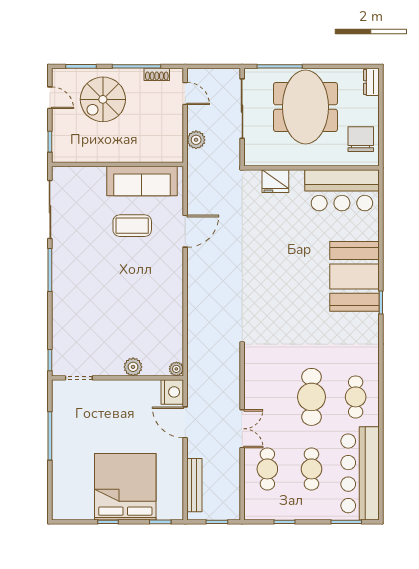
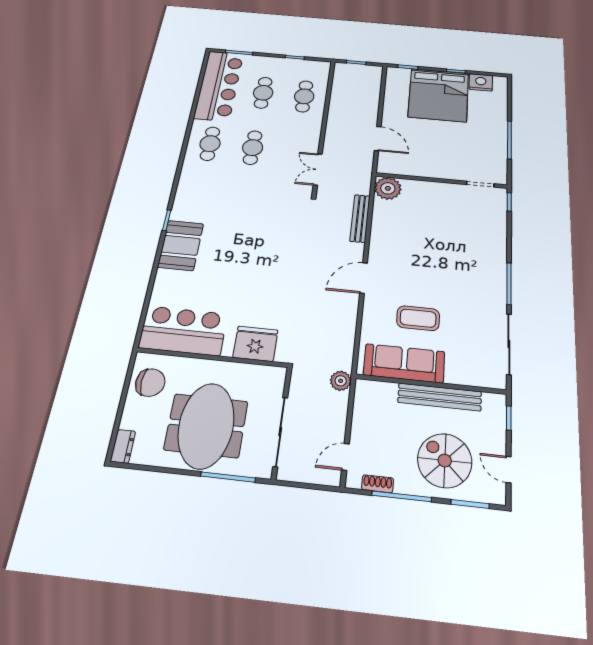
door: (185, 93) -> (345, 457), hinge flipped
spiral stairs: (103, 99) -> (445, 461), turned -90
chair: (361, 139) -> (150, 383), turned -90
plant: (196, 140) -> (341, 381), moved
bench: (109, 154) -> (440, 397), added
fridge: (275, 181) -> (255, 344), width x1.36, depth x1.34
door: (185, 231) -> (364, 278), moved
booth: (355, 276) -> (181, 245), width x0.73, depth x0.70
plant: (133, 367) -> (425, 188), removed
plant: (176, 369) -> (388, 188), width x1.87, depth x1.87
nightstand: (172, 392) -> (481, 82), moved, turned 90
cafe table: (311, 397) -> (253, 148), width x0.73, depth x0.74
double door: (242, 429) -> (318, 170), moved
bench: (194, 485) -> (360, 218), moved

